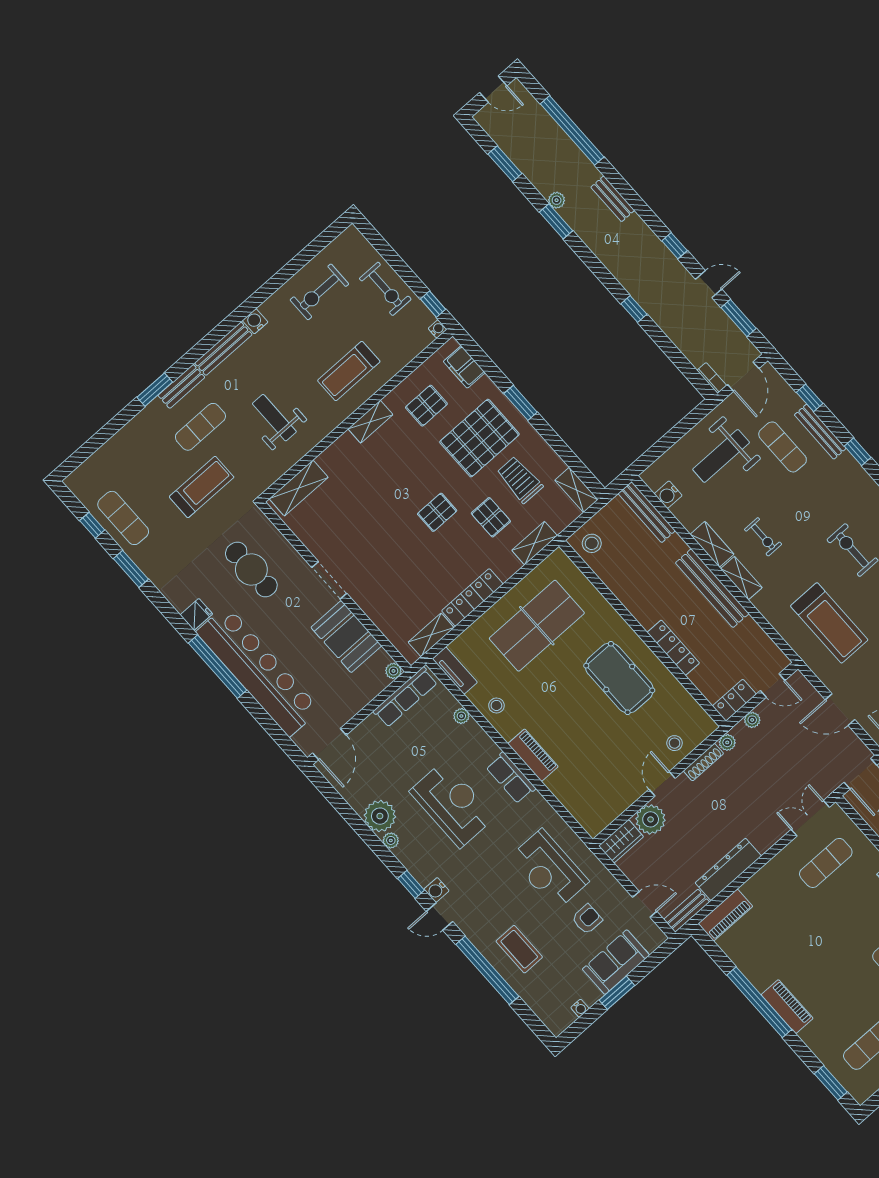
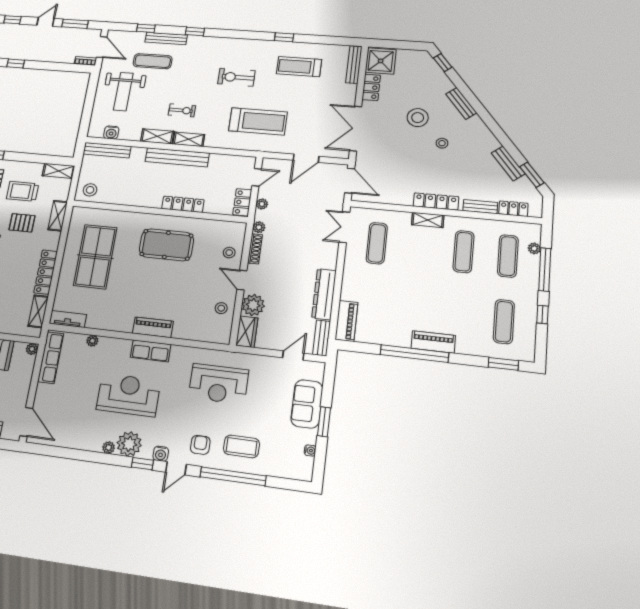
stool: (496, 705) -> (221, 308), moved
plant: (380, 816) -> (129, 444), moved
armchair: (587, 919) -> (200, 445), moved

